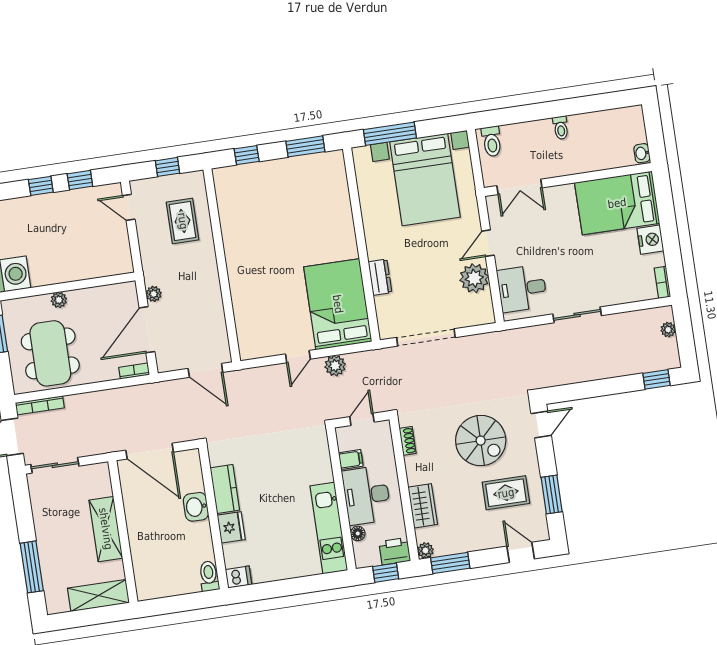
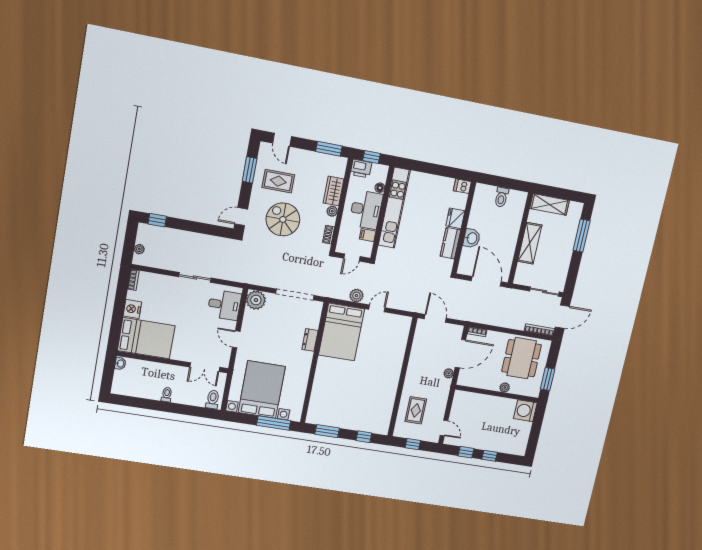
double door: (519, 187) -> (205, 367), swing flipped
door: (488, 243) -> (236, 339), swing flipped
plant: (474, 278) -> (256, 300), moved
kitchen unit: (329, 528) -> (394, 208), width x1.36
plant: (425, 550) -> (332, 211), moved
toilet: (209, 576) -> (501, 197), moved

